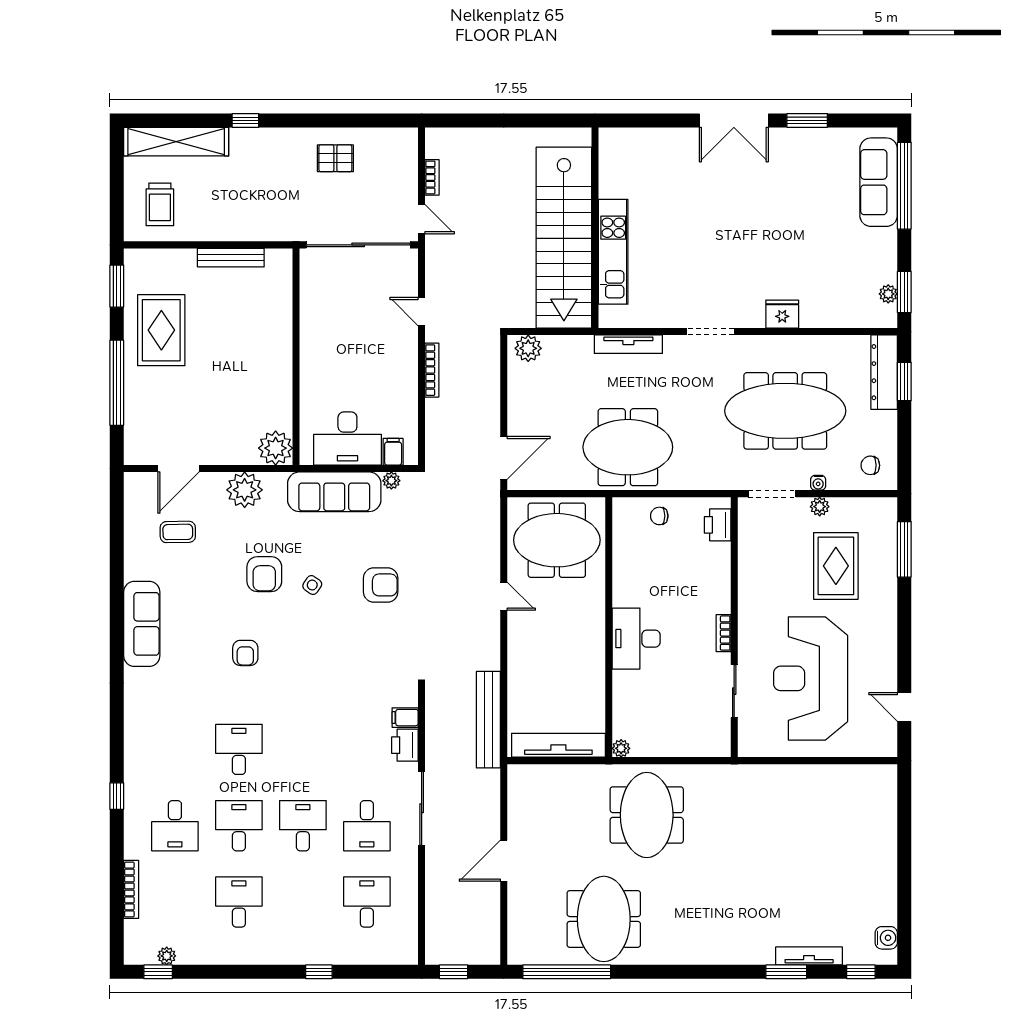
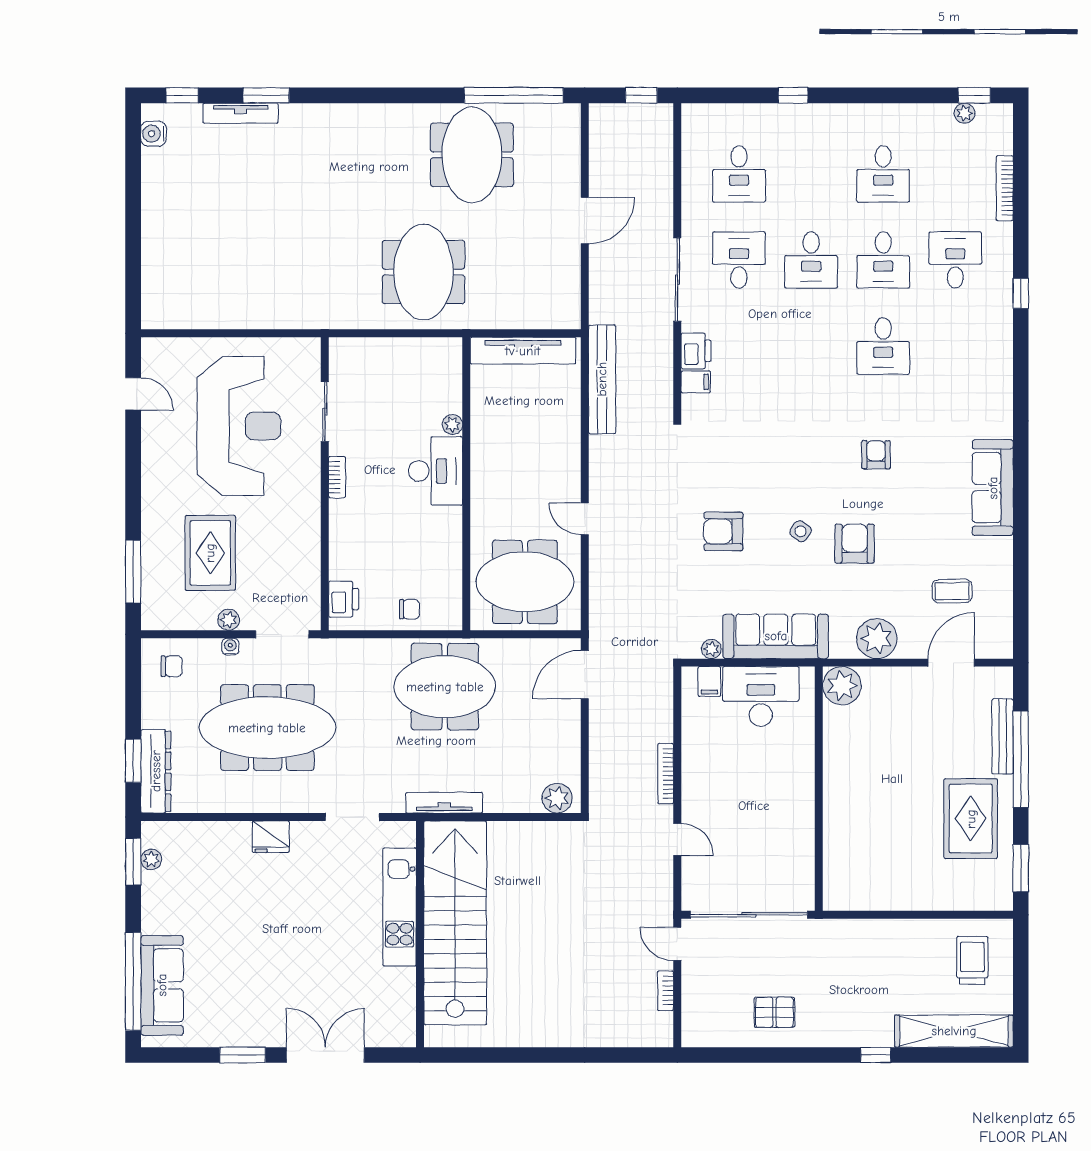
wall: (595, 228) -> (420, 934), moved
stairs: (564, 238) -> (455, 923), moved
kitchen unit: (613, 252) -> (400, 907), moved
bench: (231, 258) -> (1003, 736), moved, turned 90
plant: (621, 748) -> (452, 424), moved

